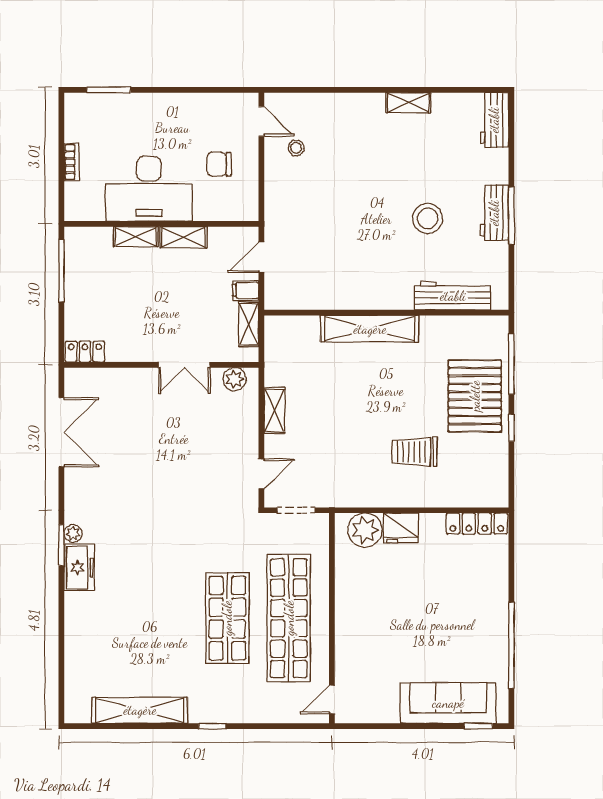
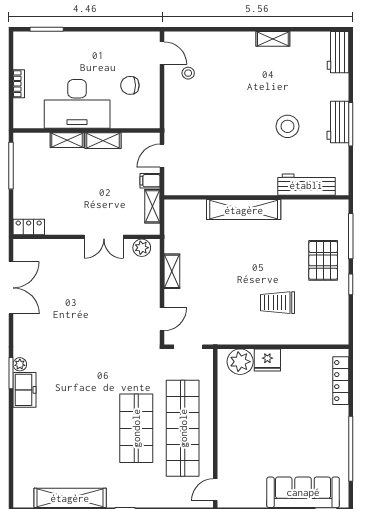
pallet: (475, 396) -> (323, 260), width x0.73, depth x0.71
locker: (477, 523) -> (341, 381), moved, turned 90

